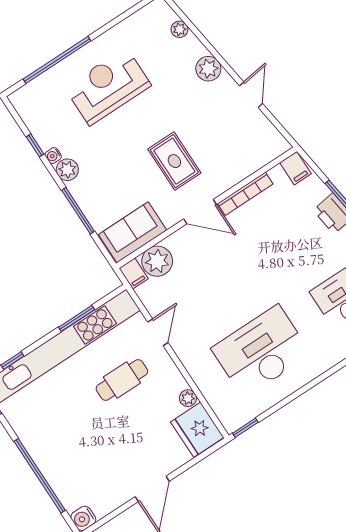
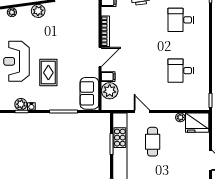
rug: (174, 161) -> (48, 73), moved, turned 90
plant: (67, 170) -> (21, 104), moved
filing cabinet: (134, 273) -> (108, 77), moved
desk: (261, 351) -> (181, 71), width x0.53, depth x0.77

